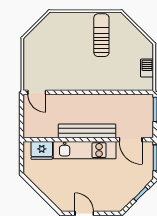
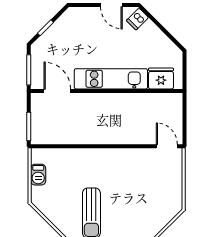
bench: (87, 131) -> (108, 101), removed
dishwasher: (62, 201) -> (137, 19), added

